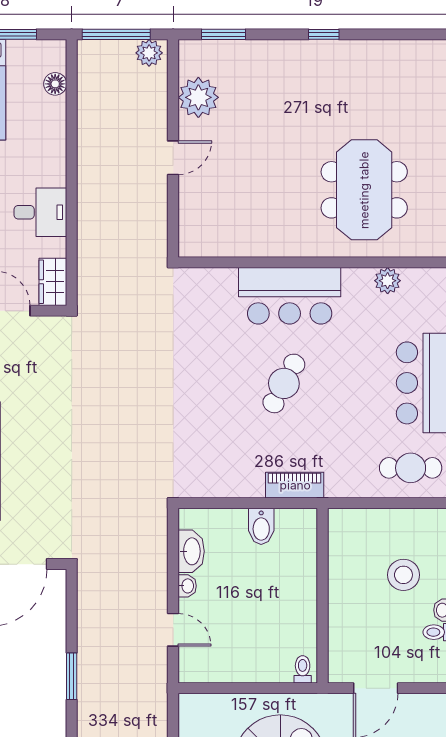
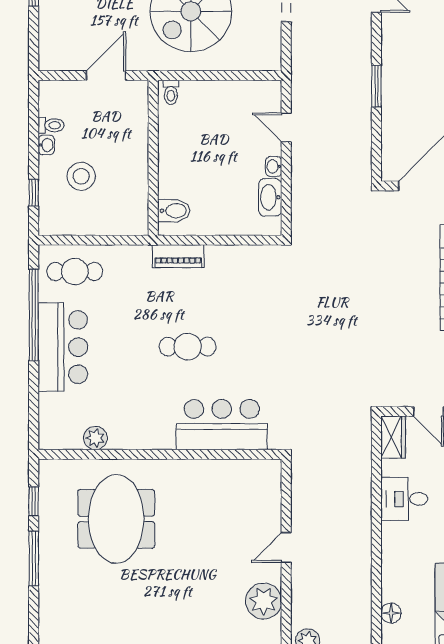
bar counter: (290, 296) -> (222, 425), moved
cafe table: (284, 383) -> (188, 347), turned 62
bidet: (261, 526) -> (174, 211), moved, turned 90

